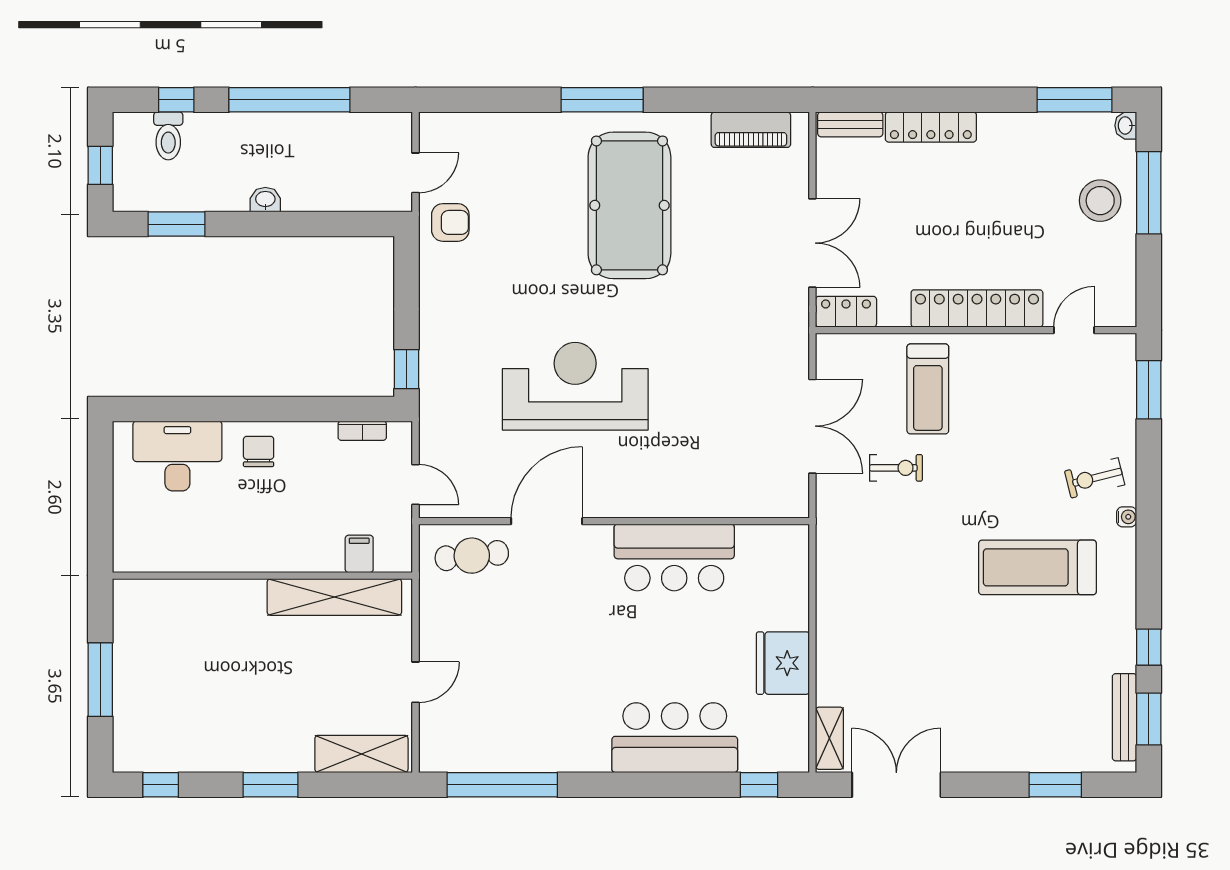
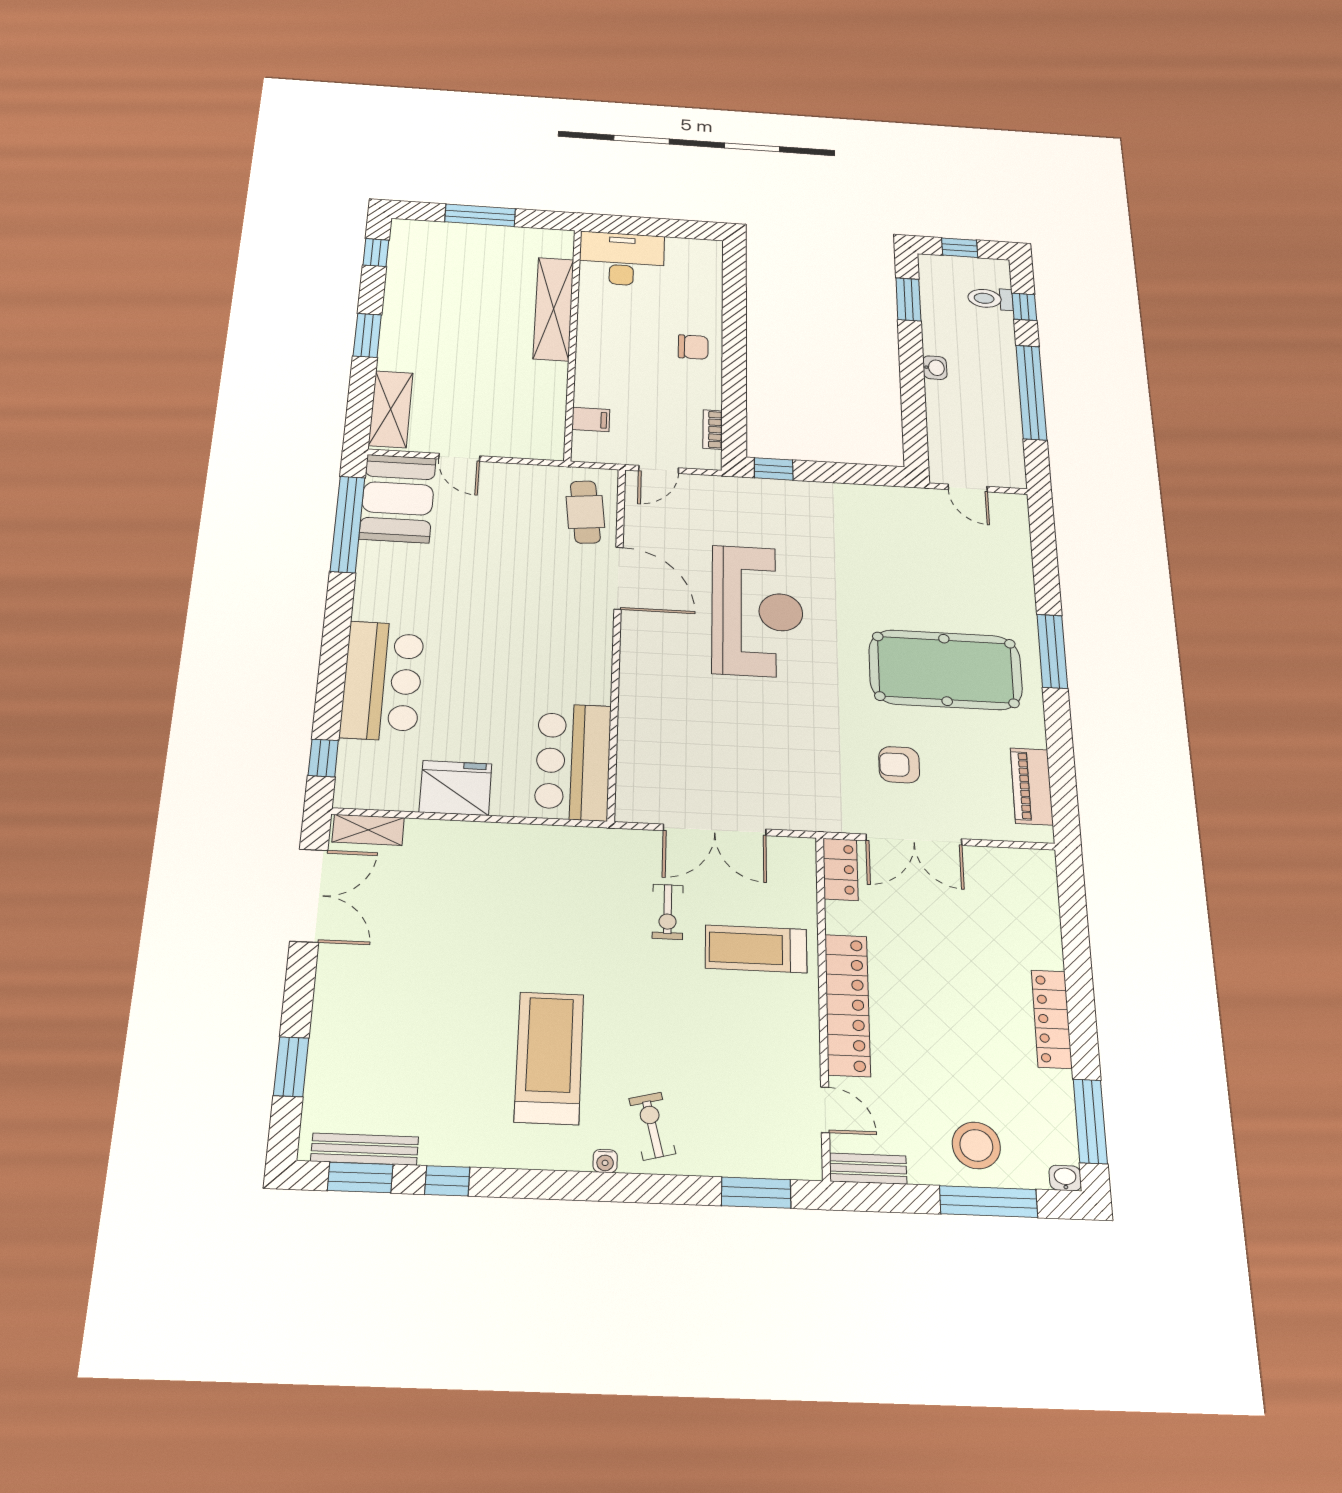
bench: (850, 124) -> (868, 1169), moved, turned 90
locker: (931, 127) -> (1052, 1019), moved
armchair: (450, 222) -> (899, 765), moved, turned 90
desk: (177, 456) -> (622, 259), moved, turned -90
bar counter: (674, 557) -> (573, 761), moved
shelving: (334, 597) -> (554, 309), moved
booth: (469, 739) -> (398, 498), added

